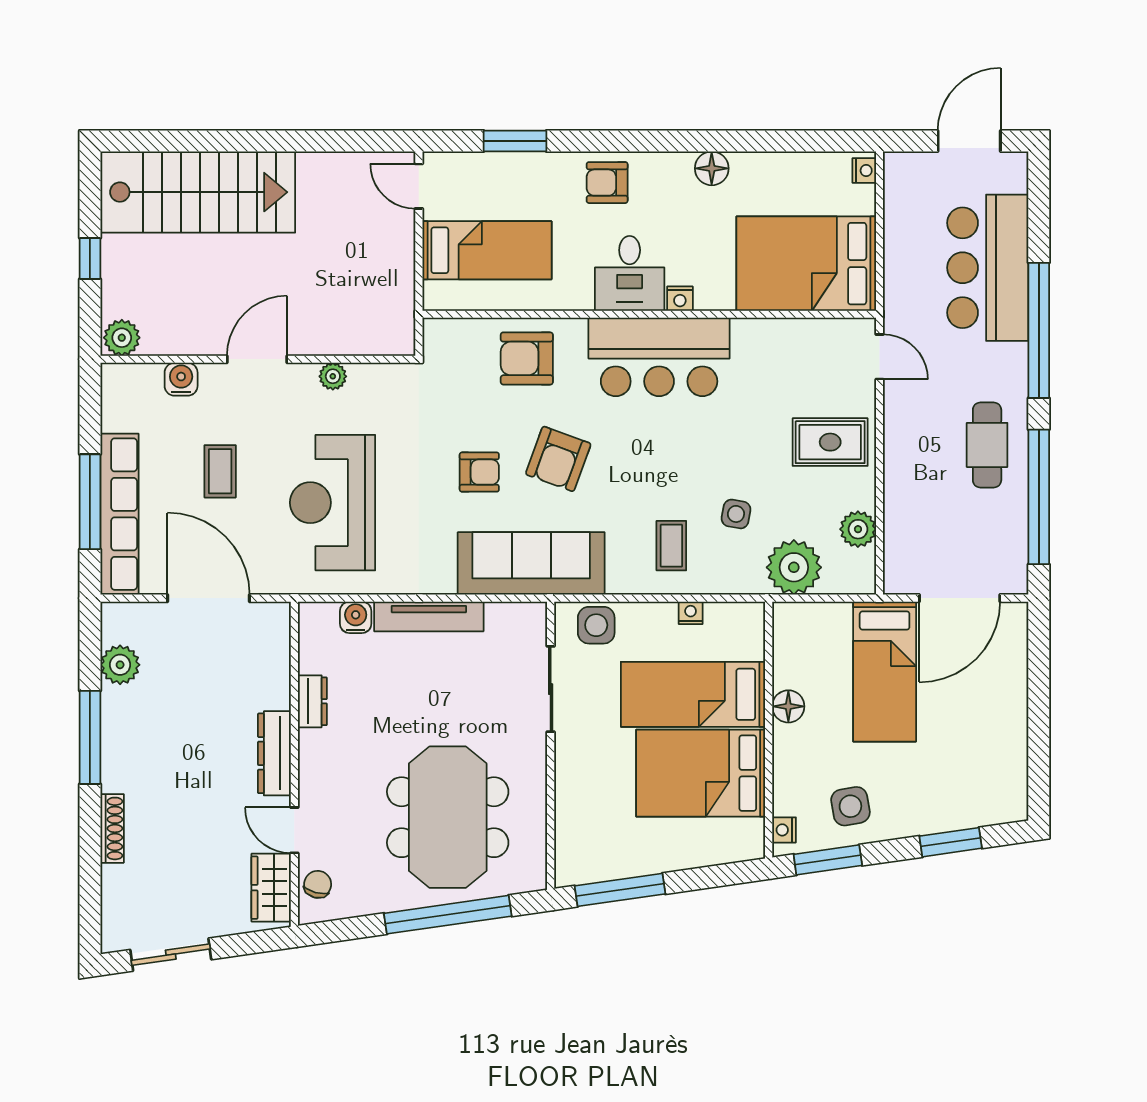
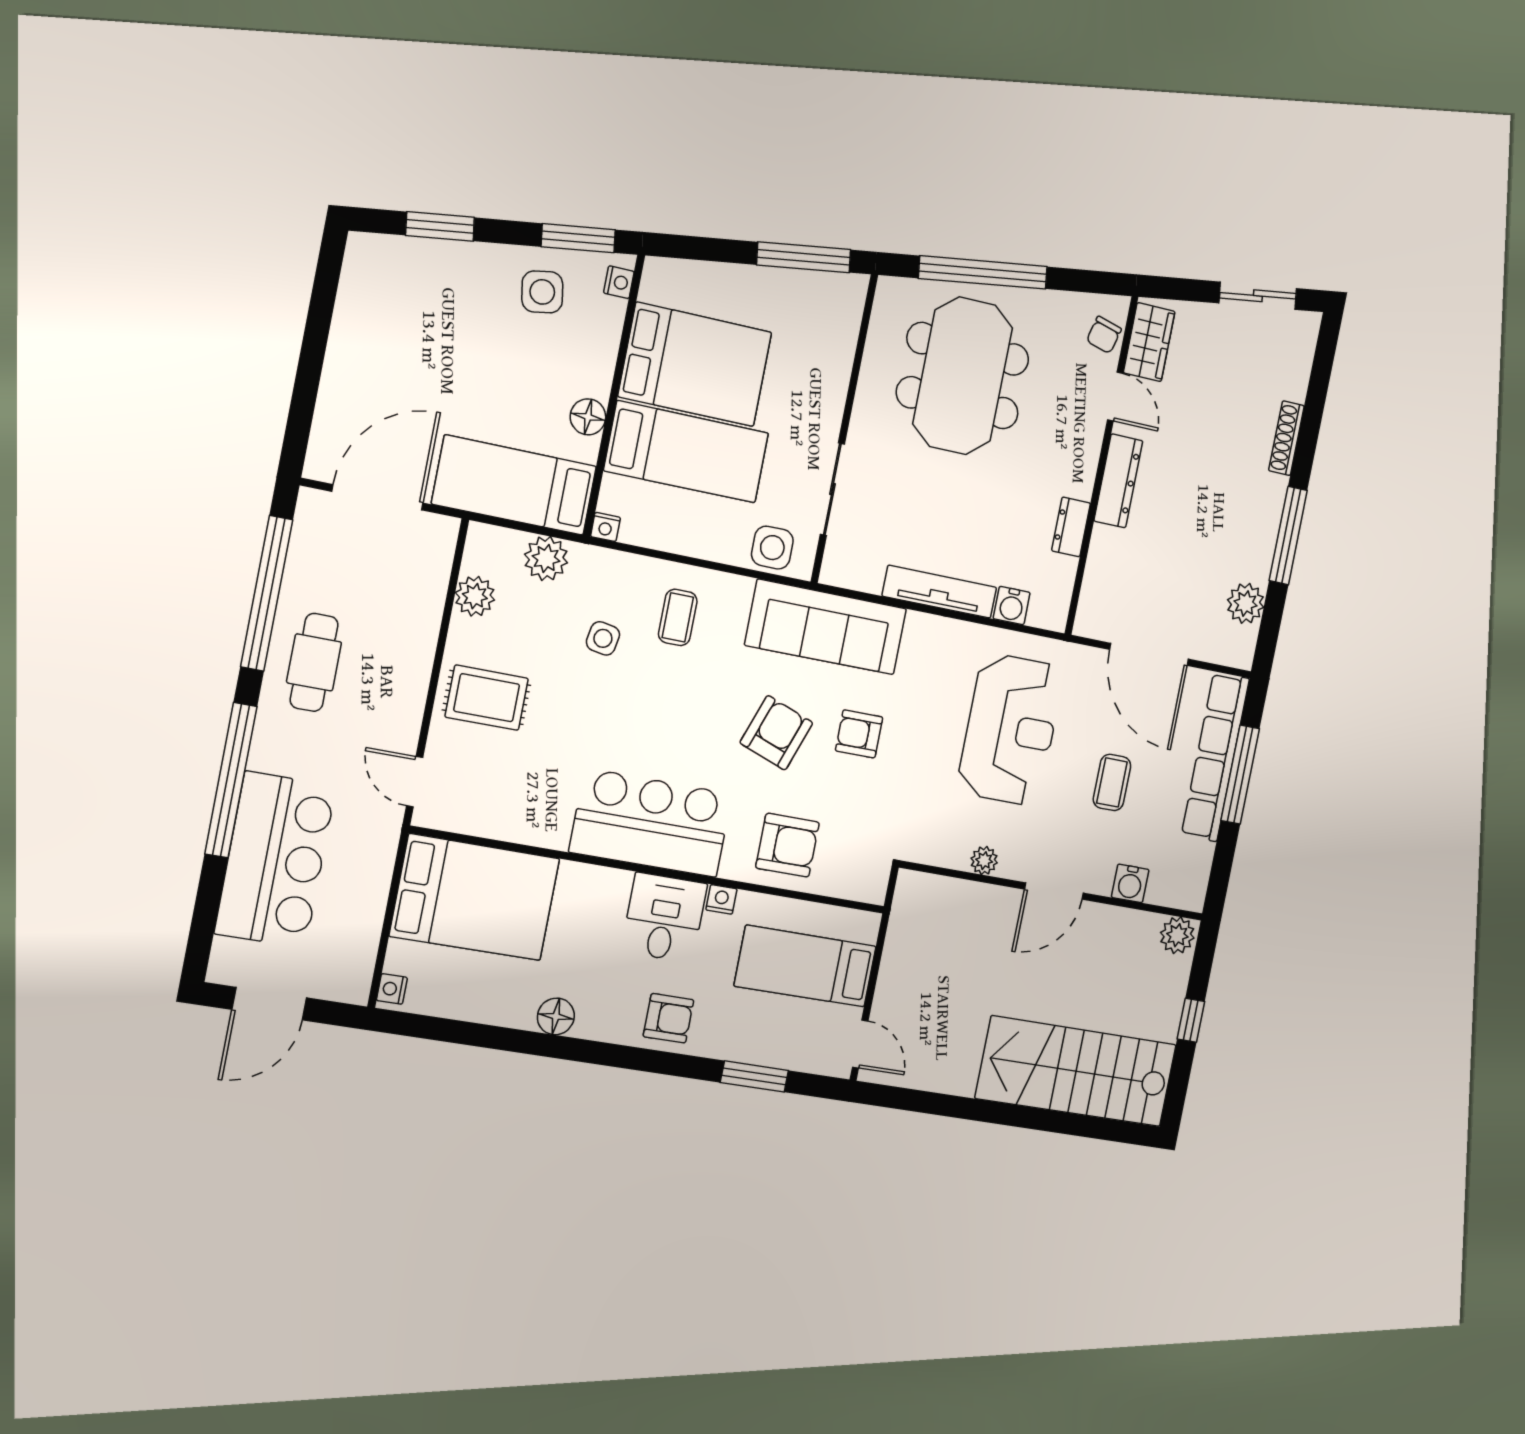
nightstand: (680, 299) -> (721, 899), moved
plant: (794, 567) -> (546, 558), width x0.73, depth x0.73
nightstand: (691, 613) -> (605, 527), moved
bed: (885, 672) -> (514, 485), moved, turned -90

